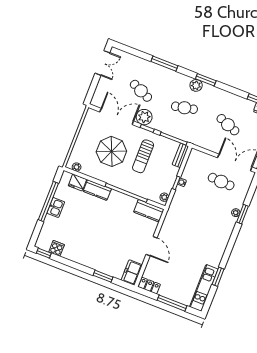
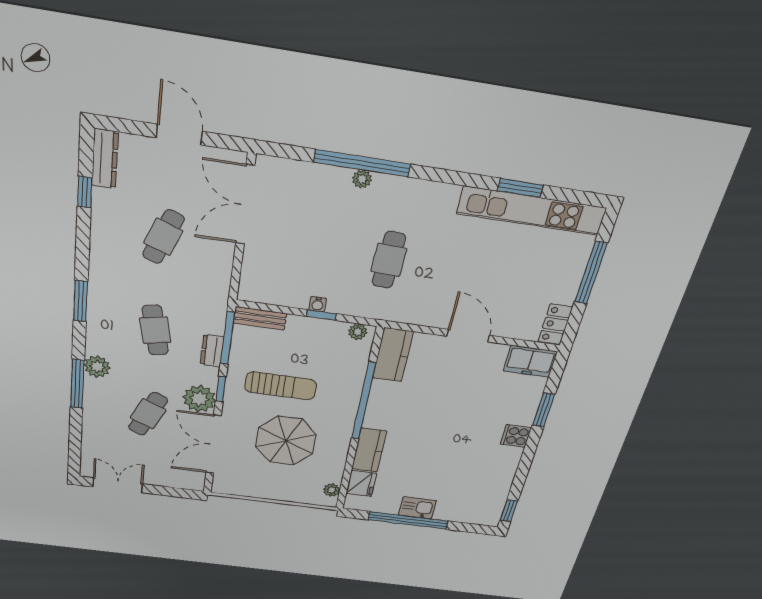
plant: (196, 85) -> (97, 367), moved
dresser: (169, 130) -> (212, 351), added
cafe table: (221, 182) -> (389, 260), moved
window: (243, 214) -> (362, 163), width x2.11
door: (152, 246) -> (468, 336), hinge flipped
cooker: (57, 248) -> (516, 436), moved
kitchen unit: (204, 288) -> (531, 211), width x1.36

